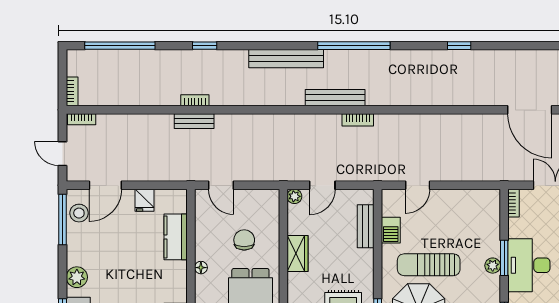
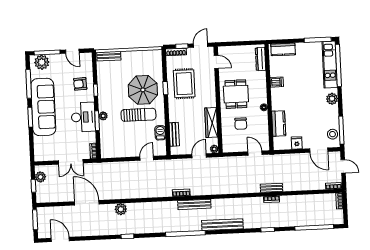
plant: (469, 95) -> (121, 209), added
door: (105, 185) -> (319, 150), swing flipped
wardrobe: (298, 253) -> (211, 123), width x1.50

